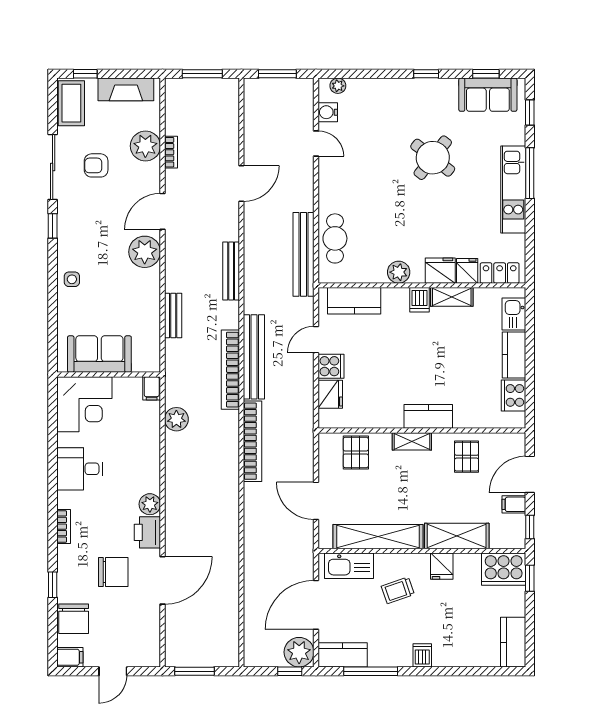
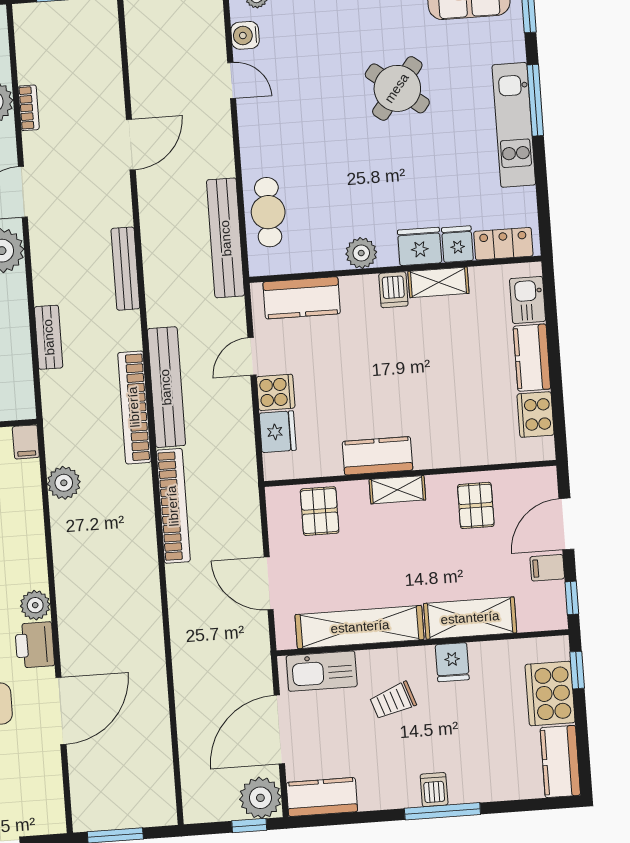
kitchen counter: (428, 416) -> (378, 456), moved
cooker: (504, 569) -> (550, 694), moved, turned 90
window: (371, 671) -> (442, 811), moved

